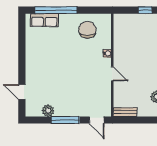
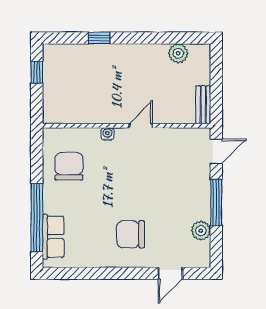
chair: (87, 30) -> (69, 166), turned 90
chair: (46, 68) -> (131, 234), added

